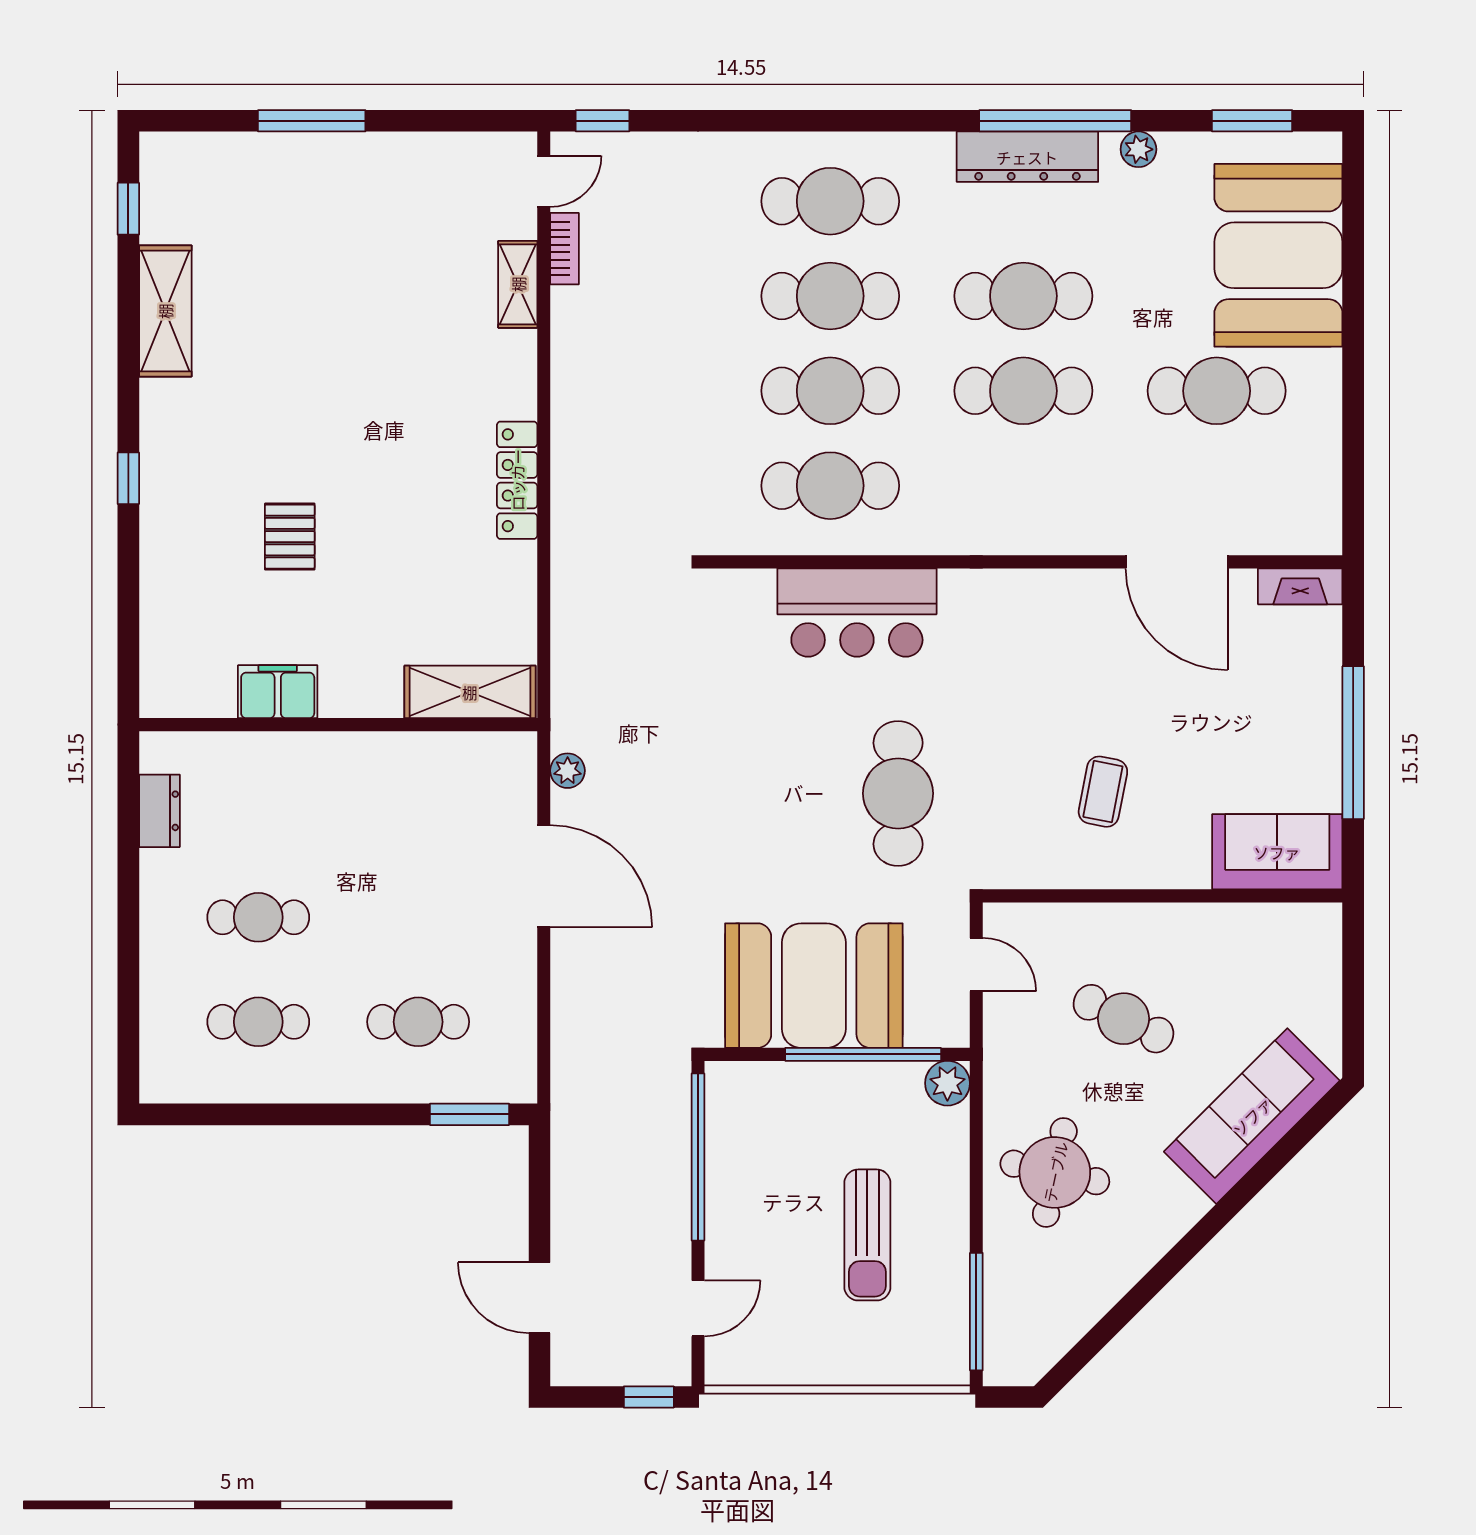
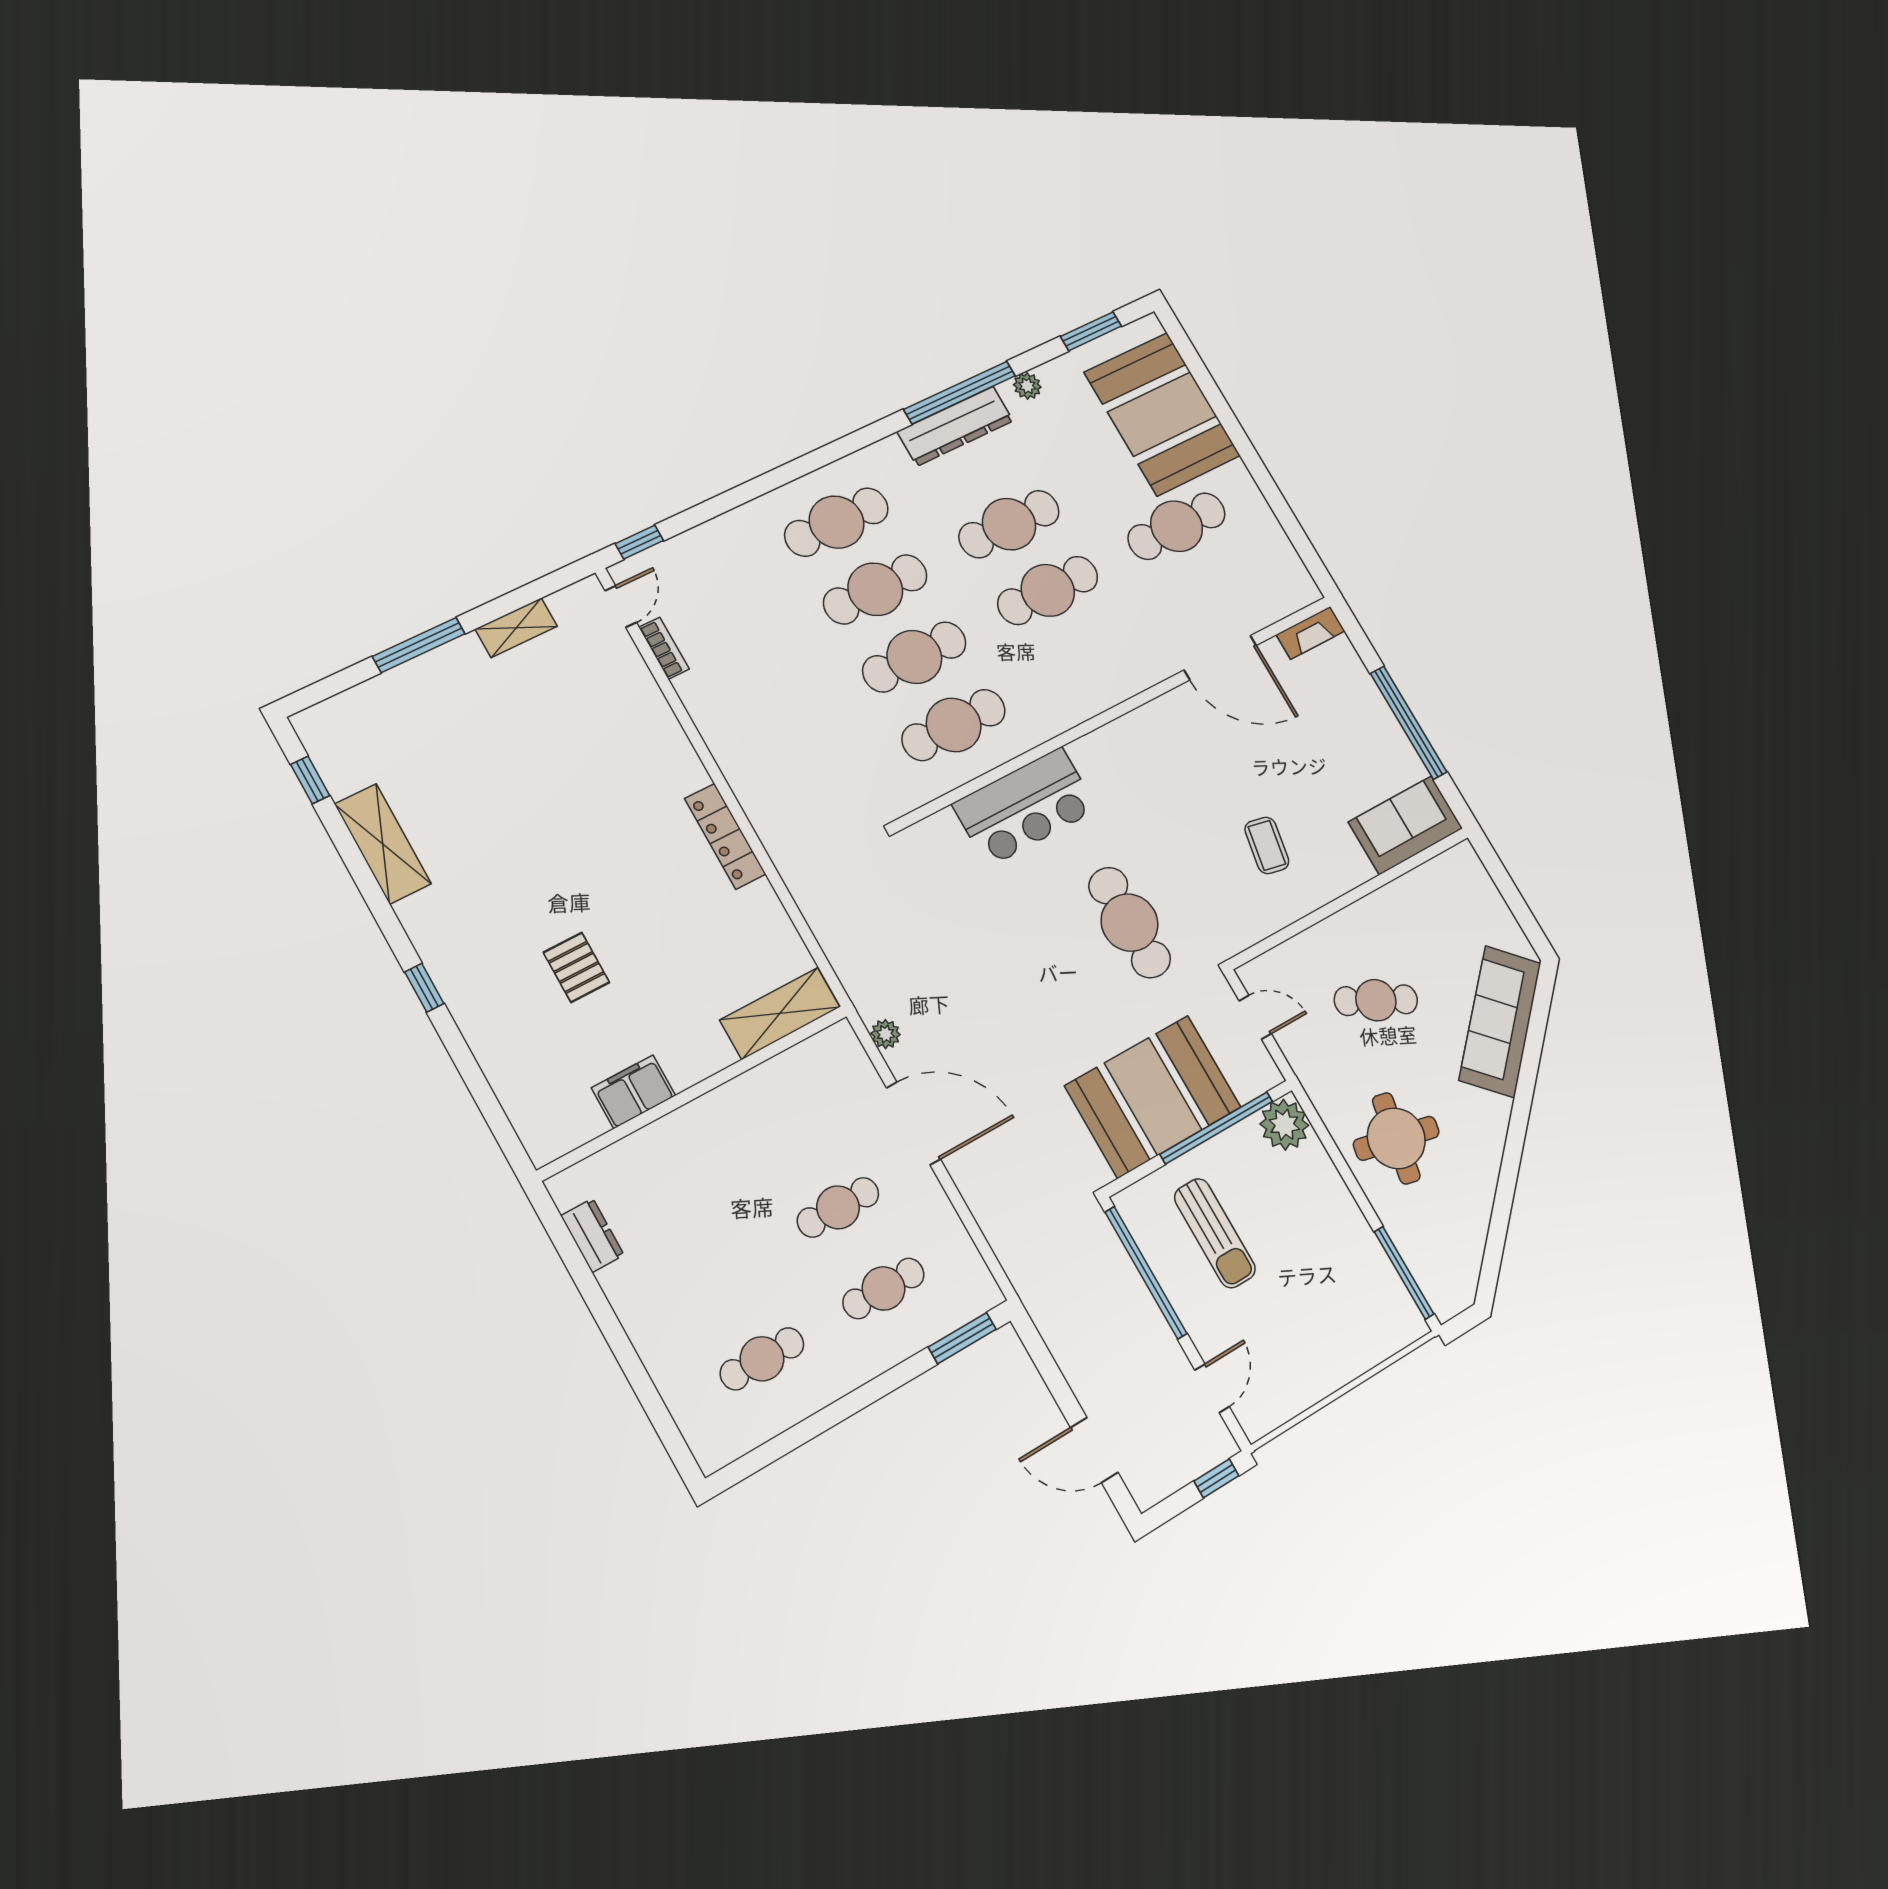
shelving: (518, 284) -> (516, 628), moved, turned 90
cafe table: (258, 917) -> (838, 1207), moved
plant: (947, 1083) -> (1284, 1125), width x1.36, depth x1.36
sun lounger: (867, 1235) -> (1215, 1233), moved

